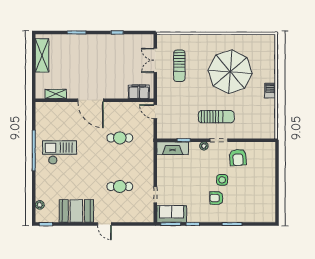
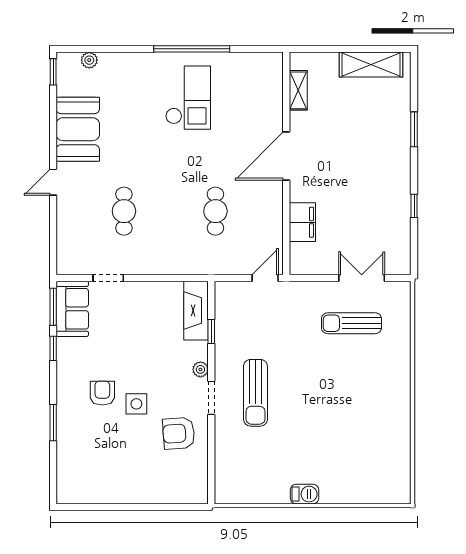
parasol: (230, 72) -> (340, 419), removed
filing cabinet: (139, 92) -> (302, 222), moved

